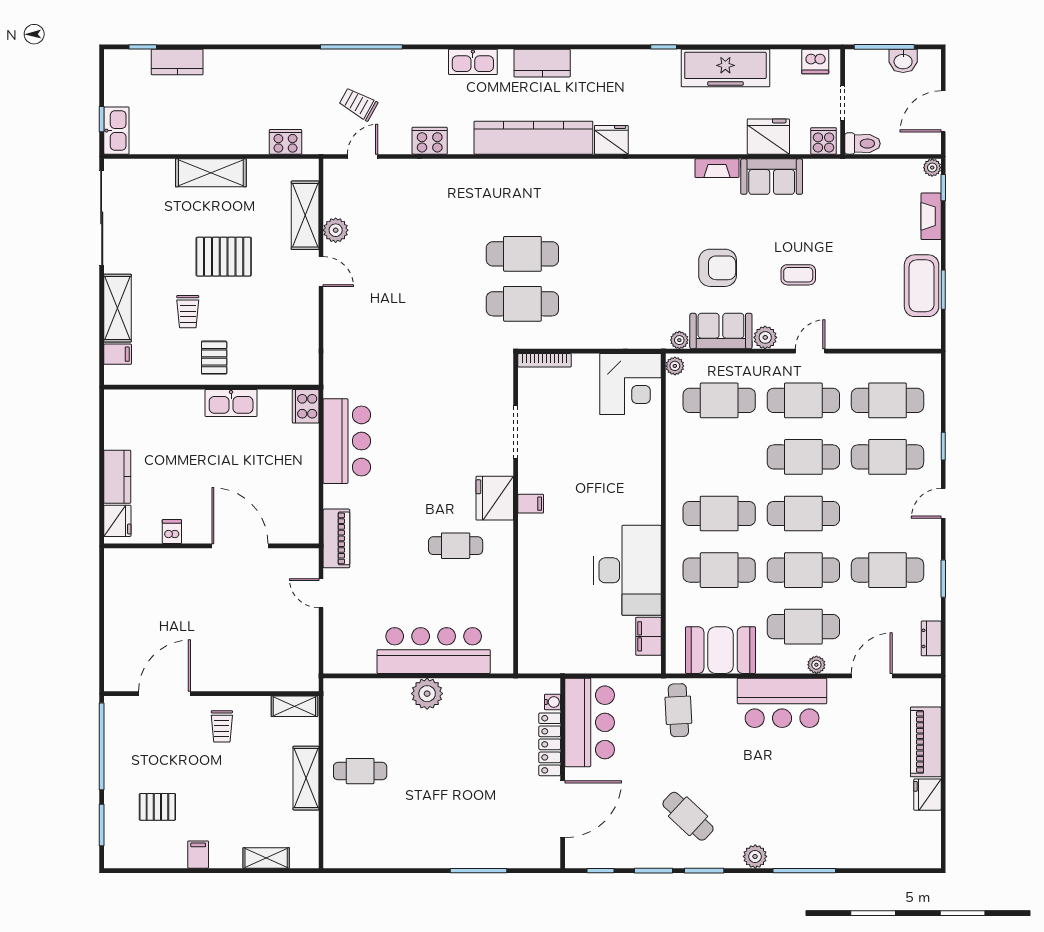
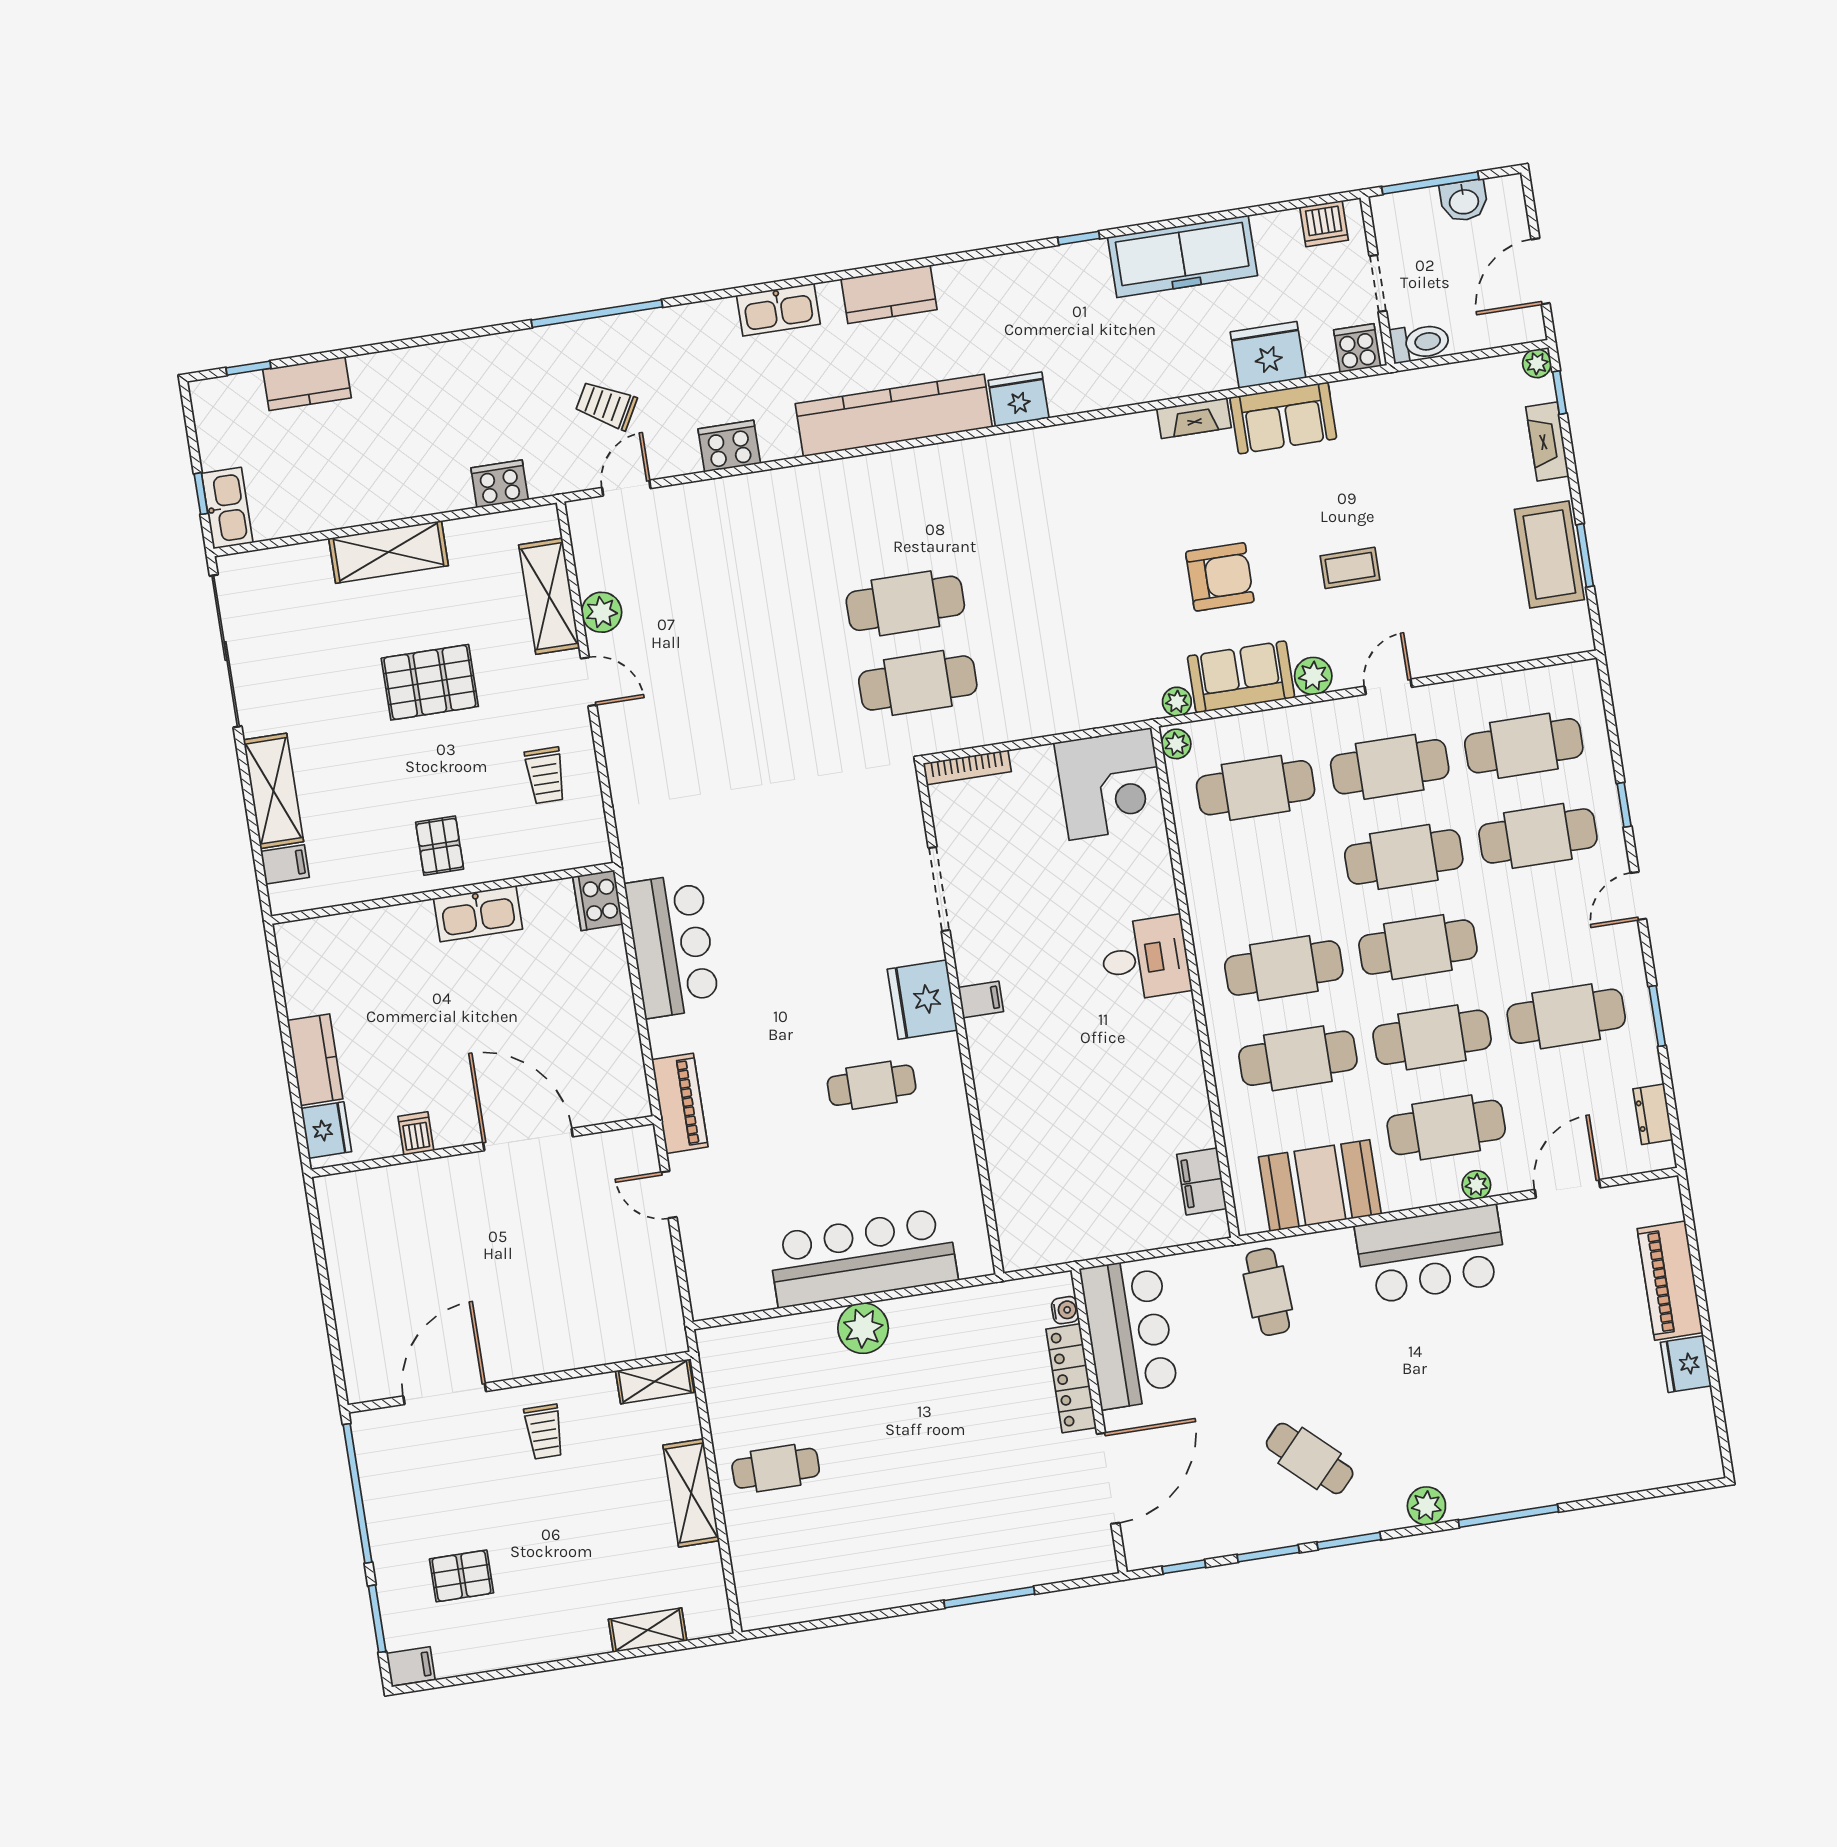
trolley: (188, 312) -> (545, 775), moved
desk: (627, 570) -> (1145, 959), moved, width x0.53, depth x0.77
filing cabinet: (198, 855) -> (411, 1666), moved, turned 90

